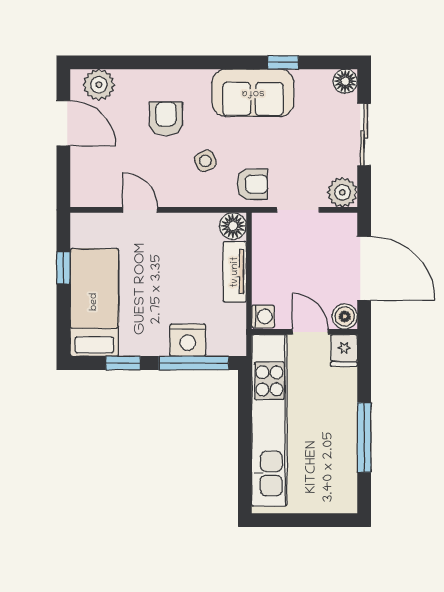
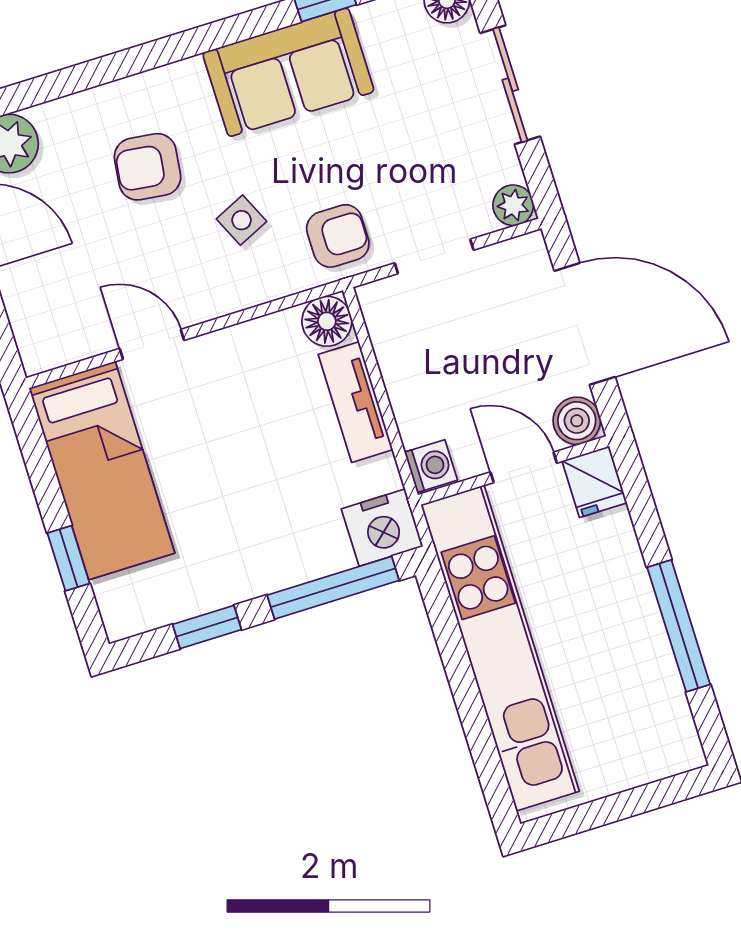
armchair: (166, 119) -> (148, 167), turned -83
plant: (342, 192) -> (513, 205), width x0.73, depth x0.73
window: (63, 268) -> (69, 558), moved
bed: (94, 302) -> (102, 471), moved, turned 180
nightstand: (188, 340) -> (382, 528), moved

